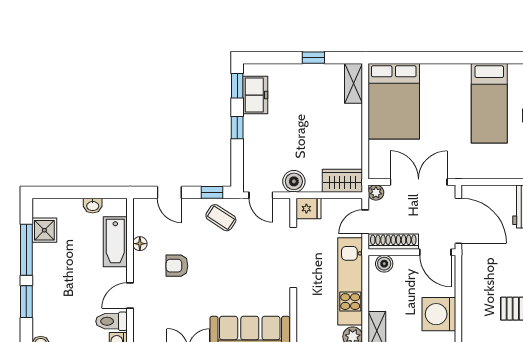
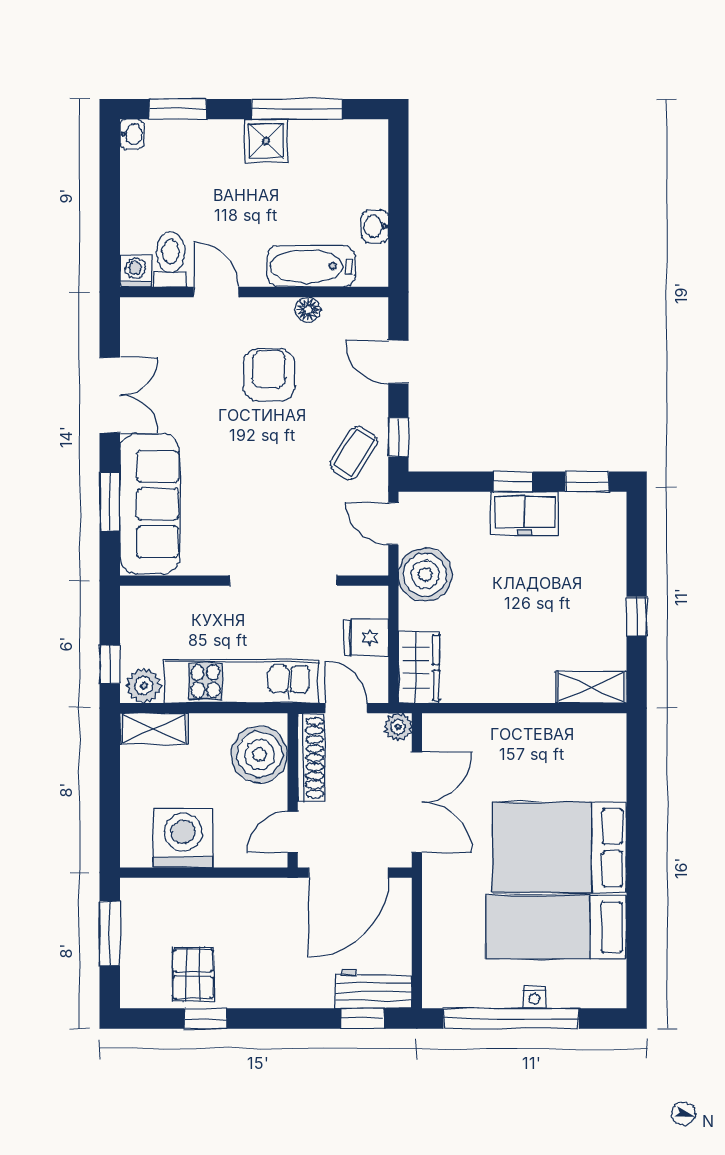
freezer: (255, 95) -> (524, 513), moved
bed: (394, 101) -> (560, 848), moved
boiler: (294, 181) -> (425, 575), width x1.37, depth x1.37
door: (169, 192) -> (398, 362), hinge flipped
door: (261, 195) -> (393, 524), hinge flipped
fridge: (308, 209) -> (366, 638), moved, turned 90
shower: (44, 230) -> (266, 141), moved
door: (435, 252) -> (293, 832), width x0.73
boiler: (384, 264) -> (259, 754), width x1.86, depth x1.86
armchair: (177, 266) -> (269, 375), width x1.38, depth x1.38
window: (26, 302) -> (178, 109), moved

